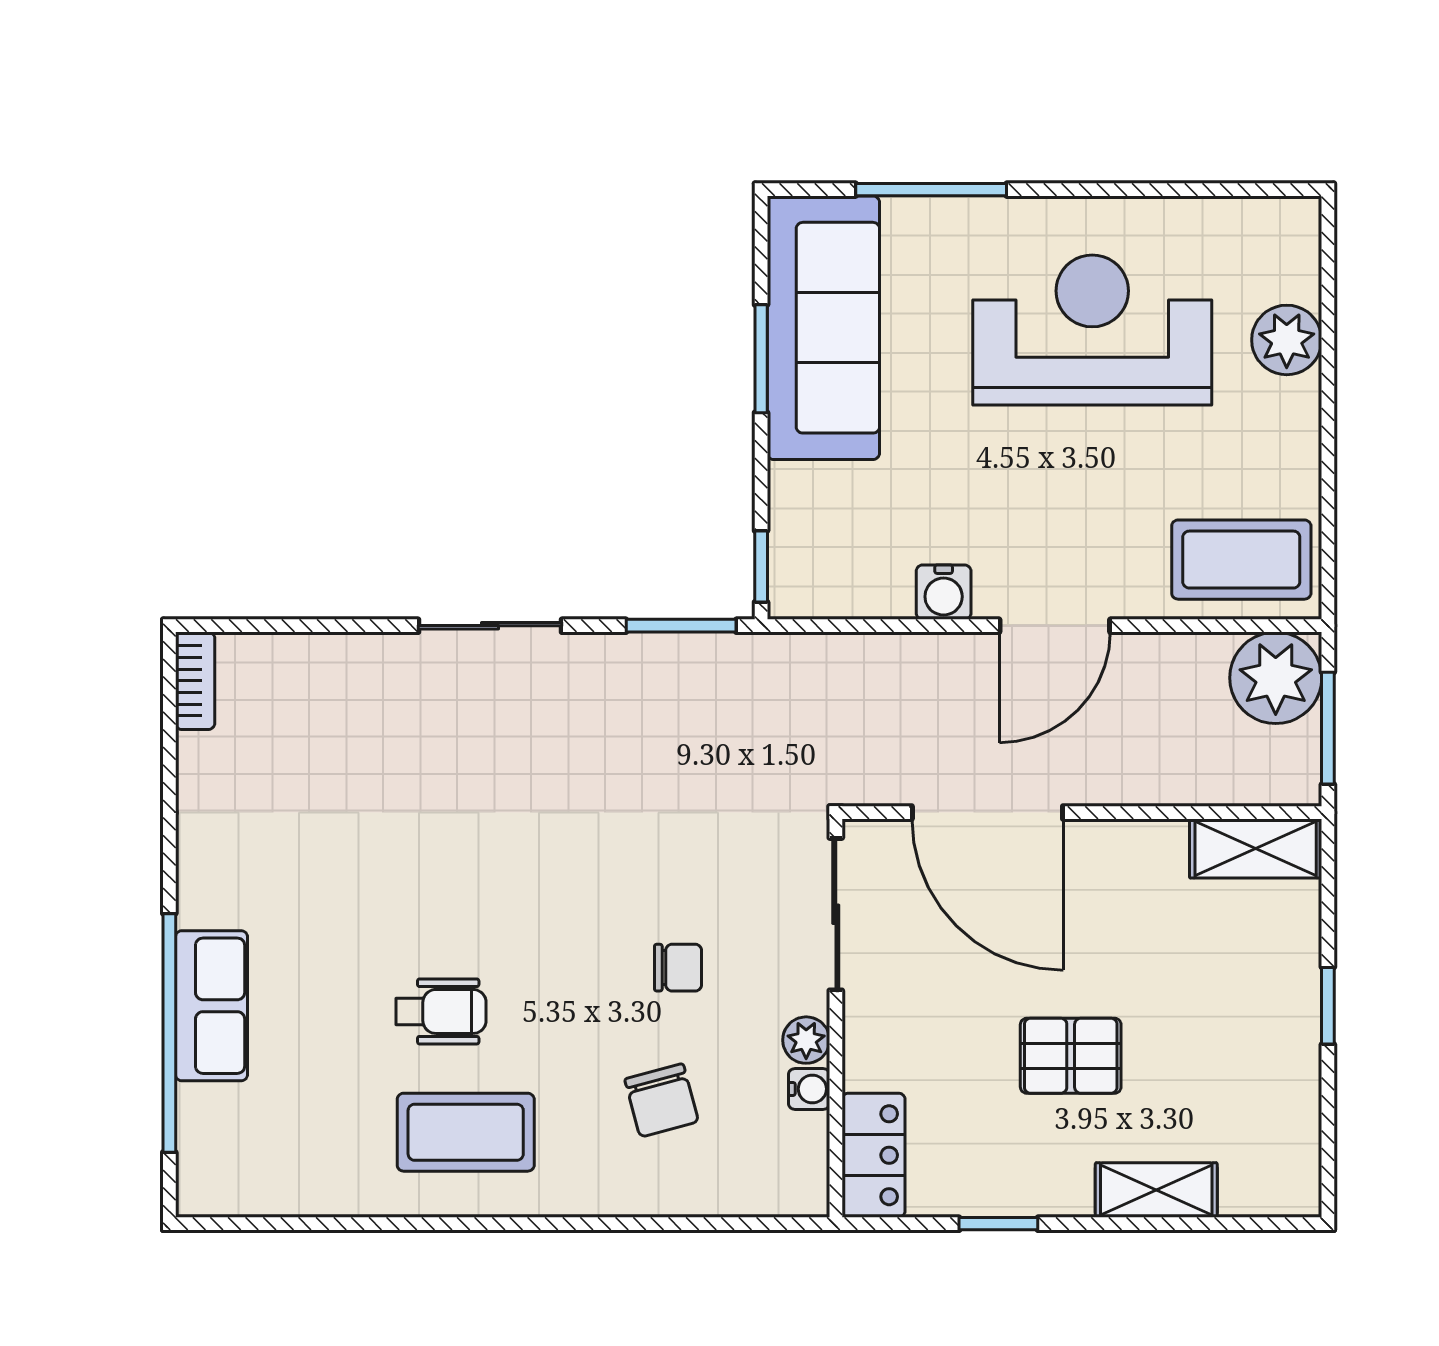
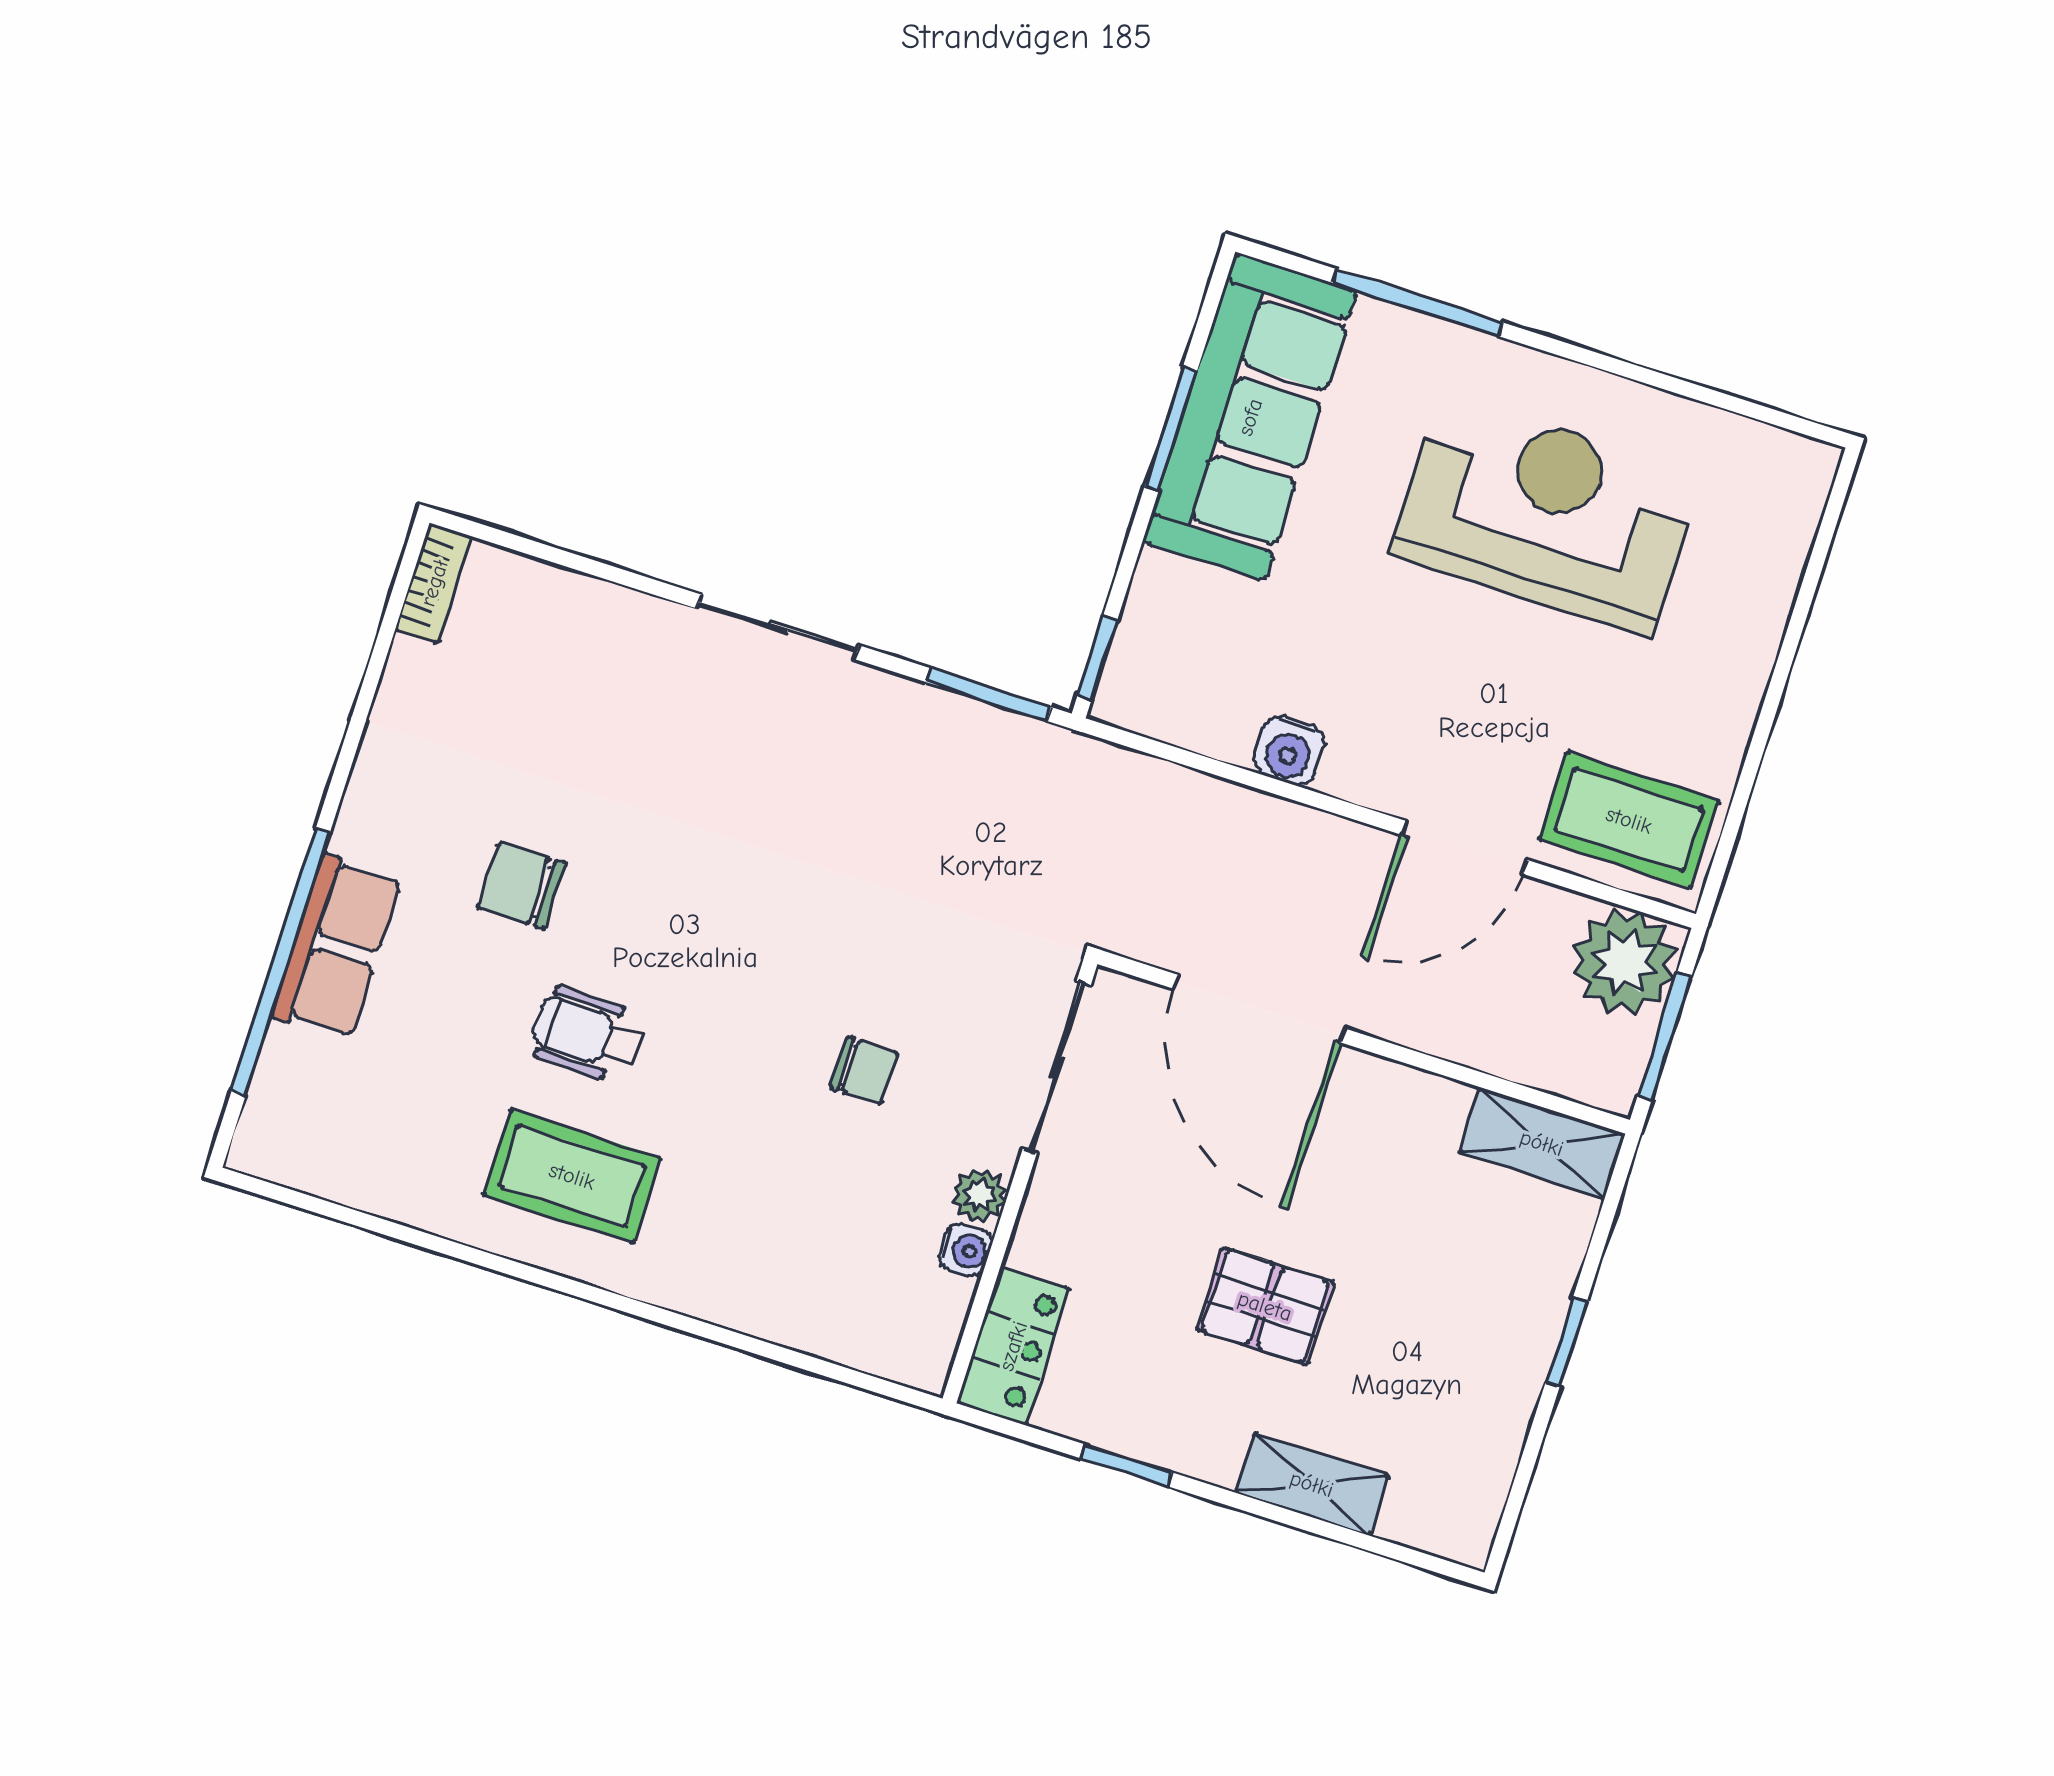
plant: (1287, 340) -> (1756, 594), removed
door: (1055, 626) -> (1464, 847), moved
wheelchair: (441, 1011) -> (587, 1035), turned 180
chair: (662, 1100) -> (522, 886), moved, turned 105

